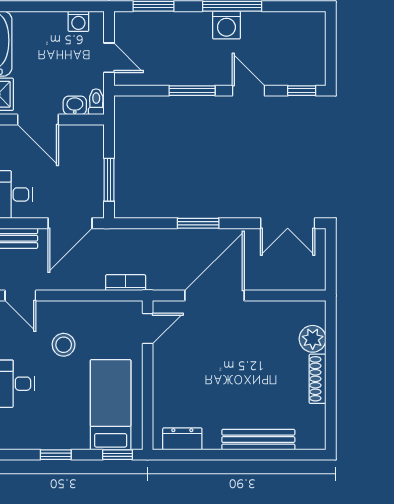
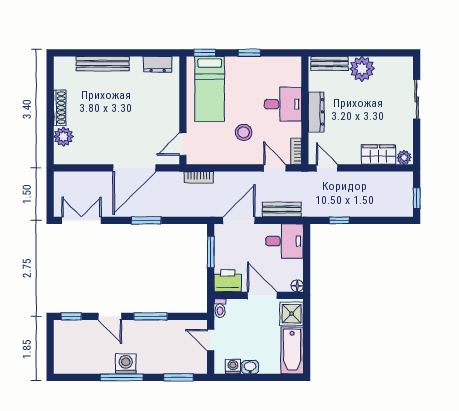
washbasin: (75, 105) -> (250, 367), moved, turned 180
printer: (86, 140) -> (228, 281), added

